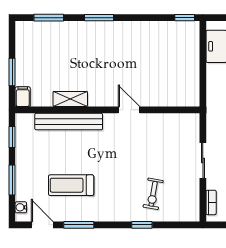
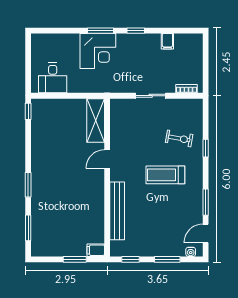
shelving: (70, 99) -> (96, 120), moved, width x1.50, depth x1.33
treadmill: (71, 185) -> (165, 175), moved, turned 90

